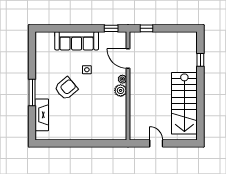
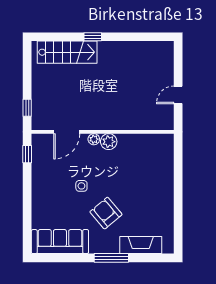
sofa: (77, 41) -> (60, 242), moved, turned -90
window: (200, 60) -> (93, 37), moved
stairs: (184, 103) -> (67, 52), moved, width x0.73, depth x0.66

